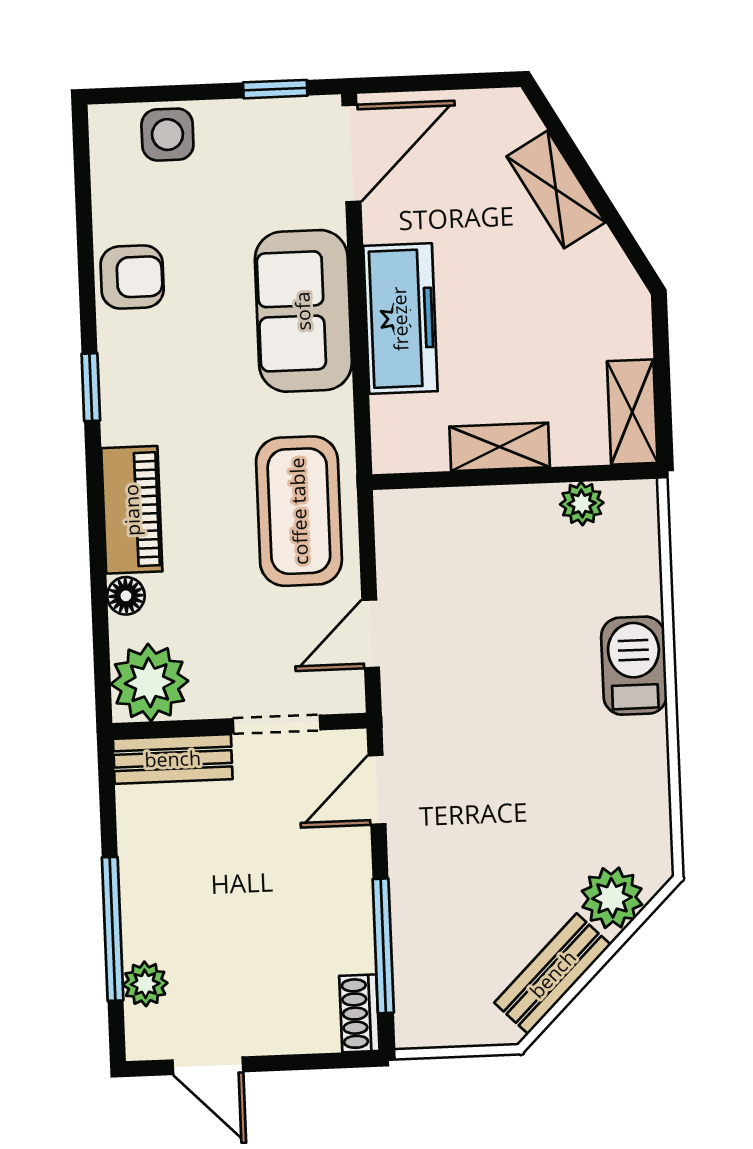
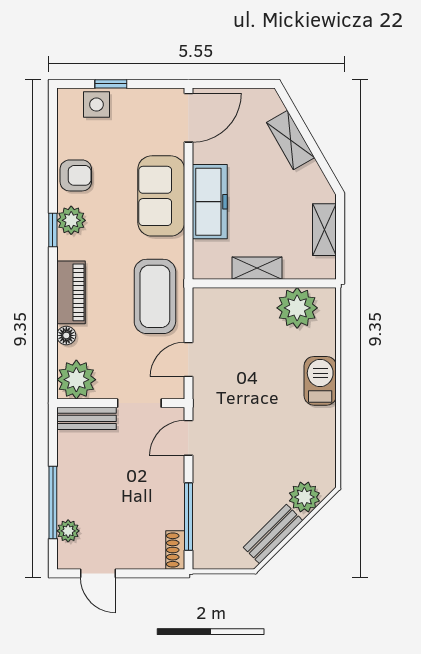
window: (275, 89) -> (111, 84), moved
plant: (127, 367) -> (71, 220), added
shelving: (632, 412) -> (324, 230), moved
plant: (582, 504) -> (297, 308), width x1.88, depth x1.88

